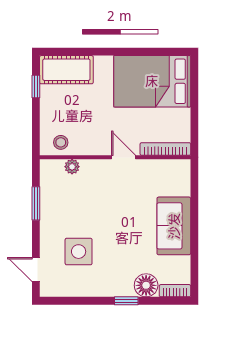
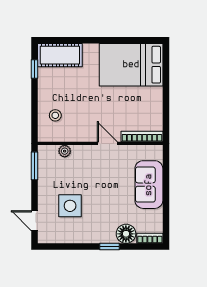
bookcase: (165, 149) -> (142, 136), moved
wall: (115, 157) -> (100, 143), moved
door: (123, 157) -> (107, 143), moved
plant: (72, 167) -> (65, 151), moved

